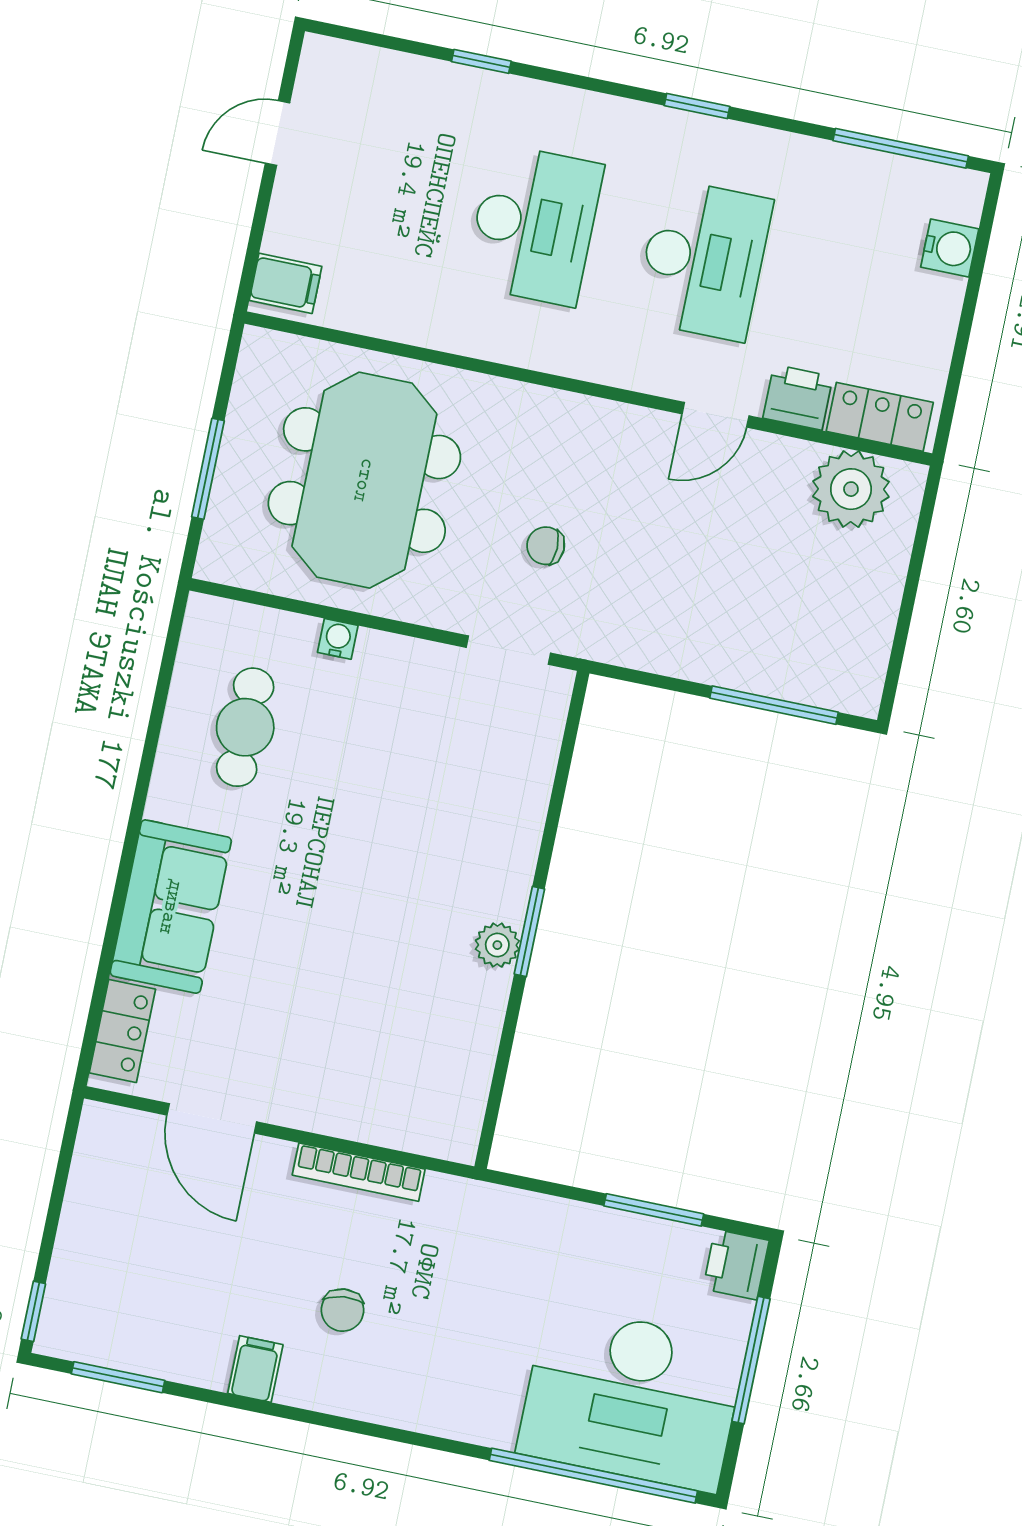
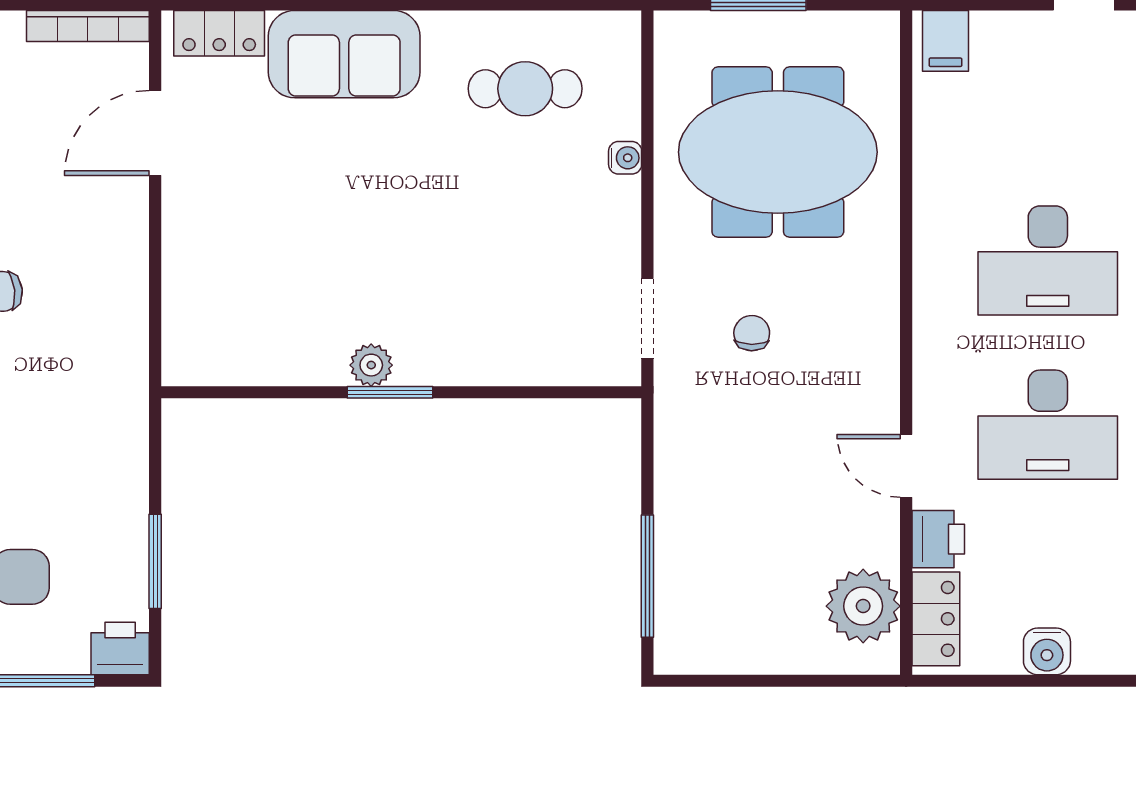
water cooler: (950, 248) -> (1047, 651), moved
bookcase: (359, 1172) -> (88, 26), moved, turned -90

